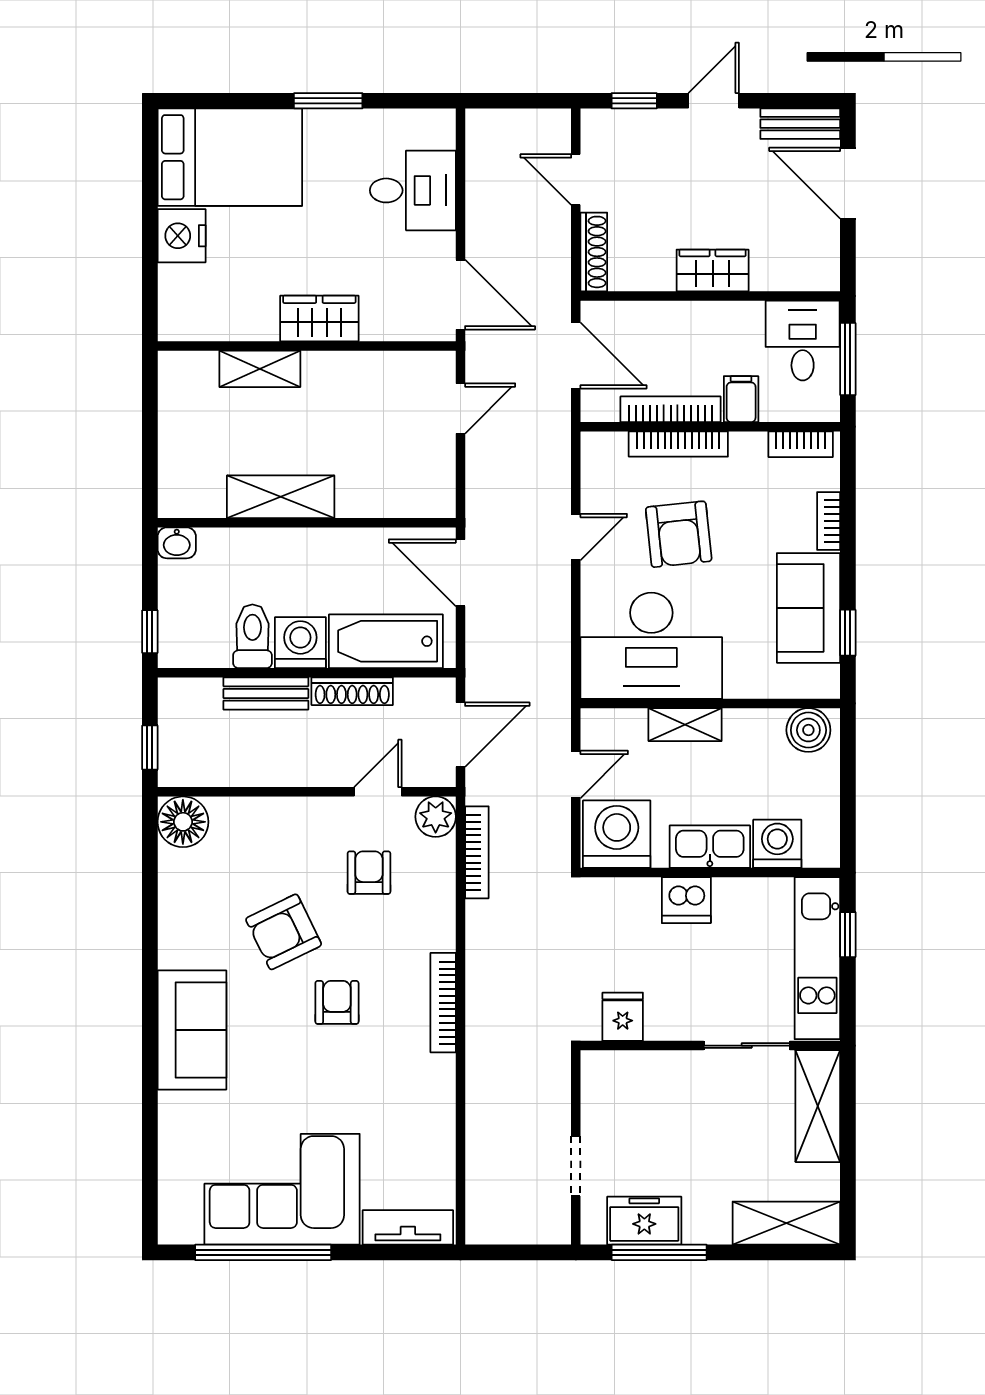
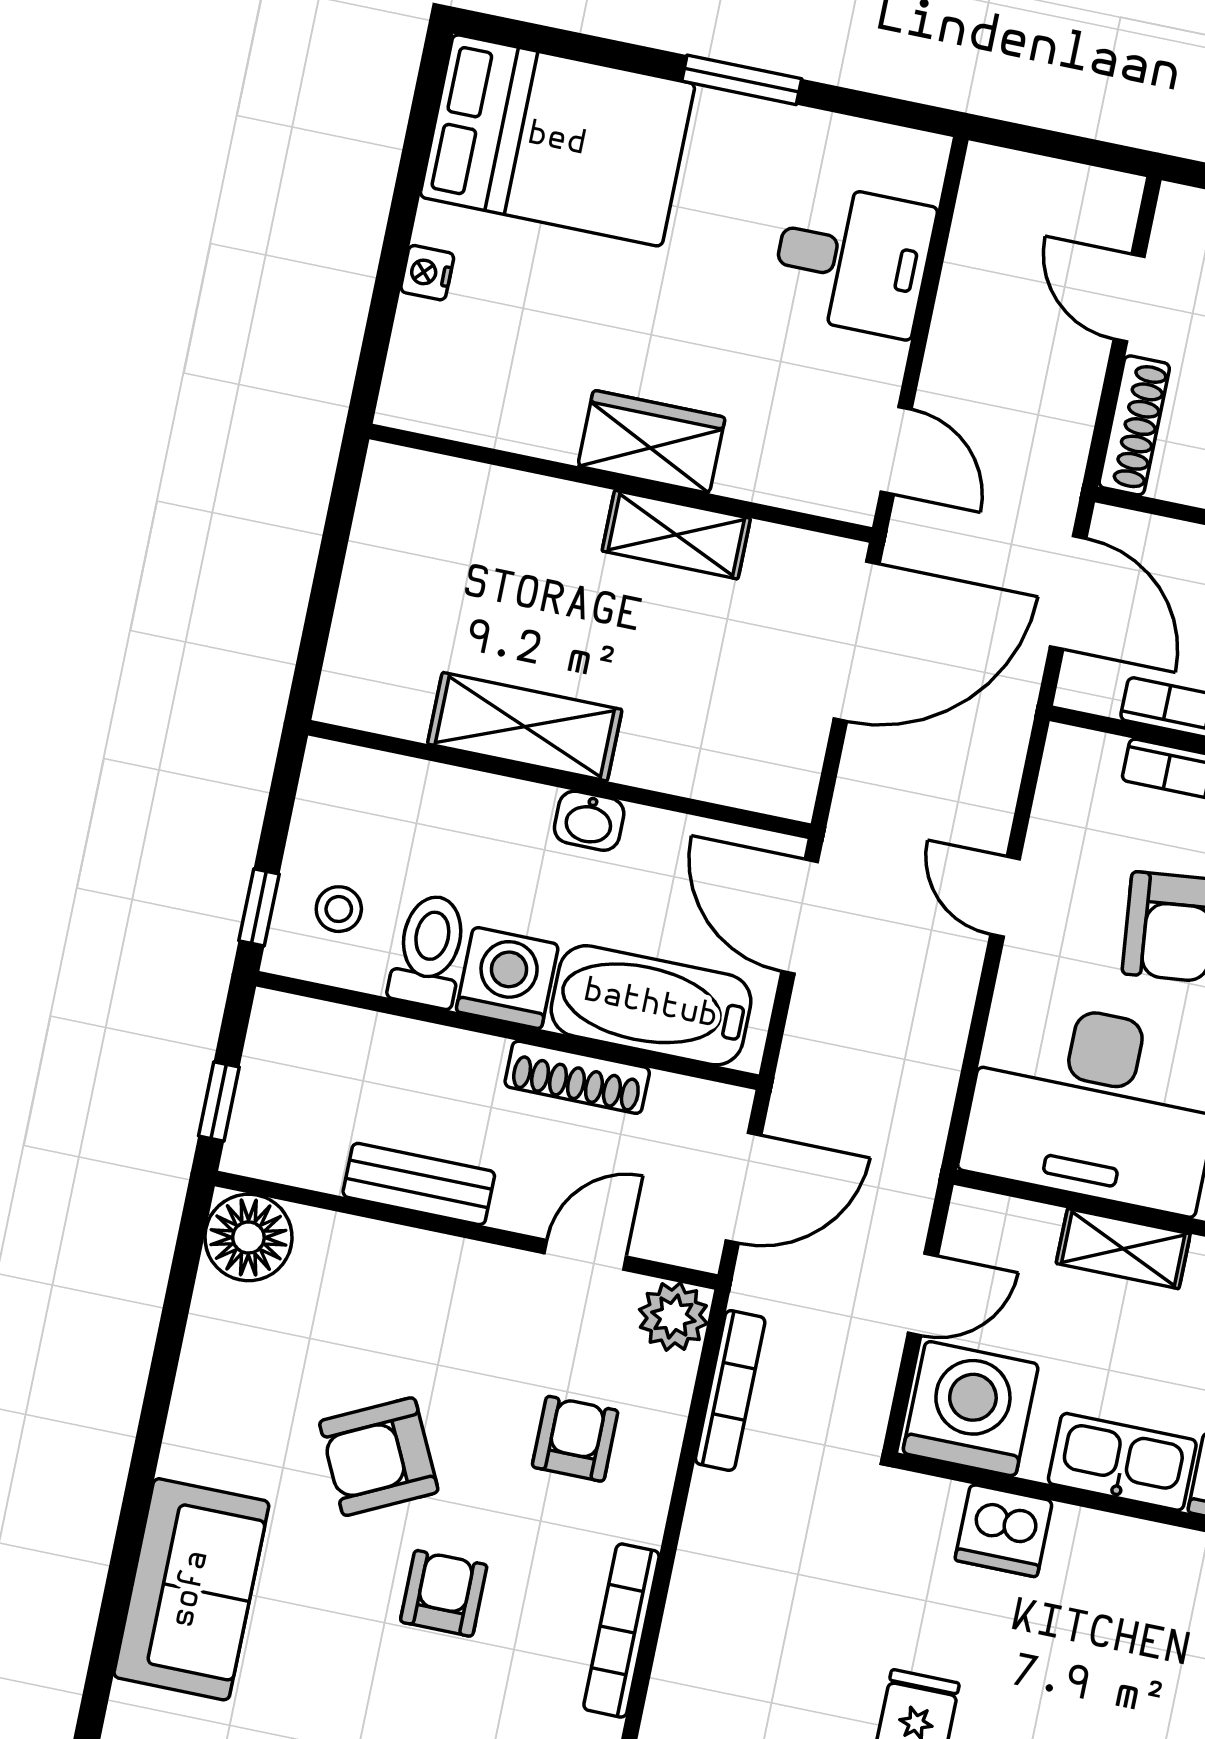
nightstand: (182, 236) -> (427, 273), width x0.53, depth x0.56
door: (460, 295) -> (896, 451), width x0.73
shelving: (260, 369) -> (676, 535), moved
door: (460, 408) -> (857, 641), width x1.87
door: (576, 537) -> (1005, 897), swing flipped
washbasin: (177, 543) -> (589, 821), moved
stool: (196, 623) -> (339, 909), added
bench: (266, 693) -> (419, 1184), moved
armchair: (369, 873) -> (575, 1439), moved
dishwasher: (686, 900) -> (1004, 1531), moved

